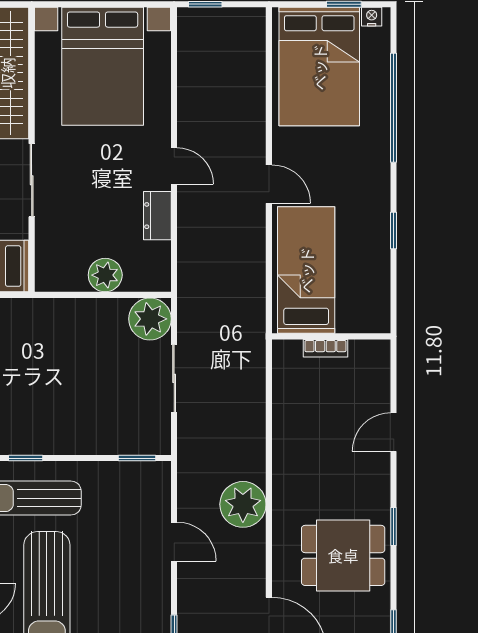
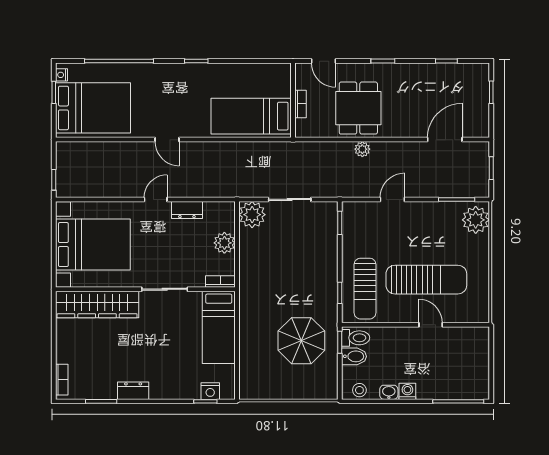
door: (269, 184) -> (167, 140), swing flipped
bookcase: (44, 269) -> (220, 281), added
bed: (306, 270) -> (251, 116), moved
wall: (331, 336) -> (293, 100), moved
bookcase: (325, 348) -> (300, 104), moved
plant: (243, 504) -> (362, 149), width x0.53, depth x0.53
dining table: (343, 555) -> (358, 108), moved

